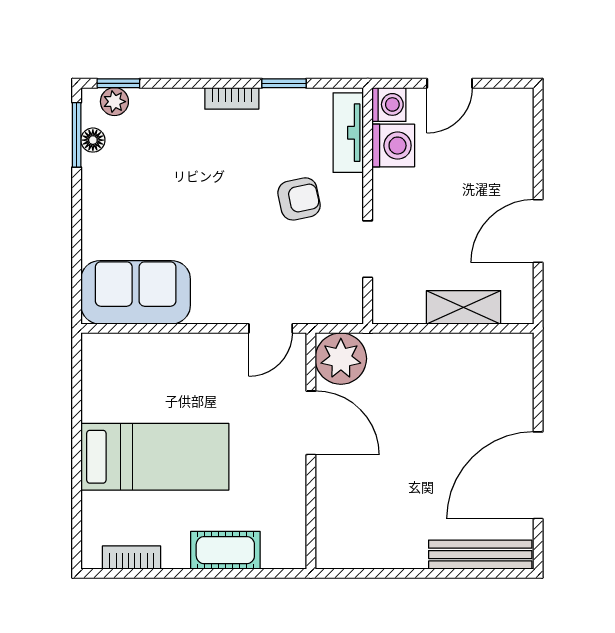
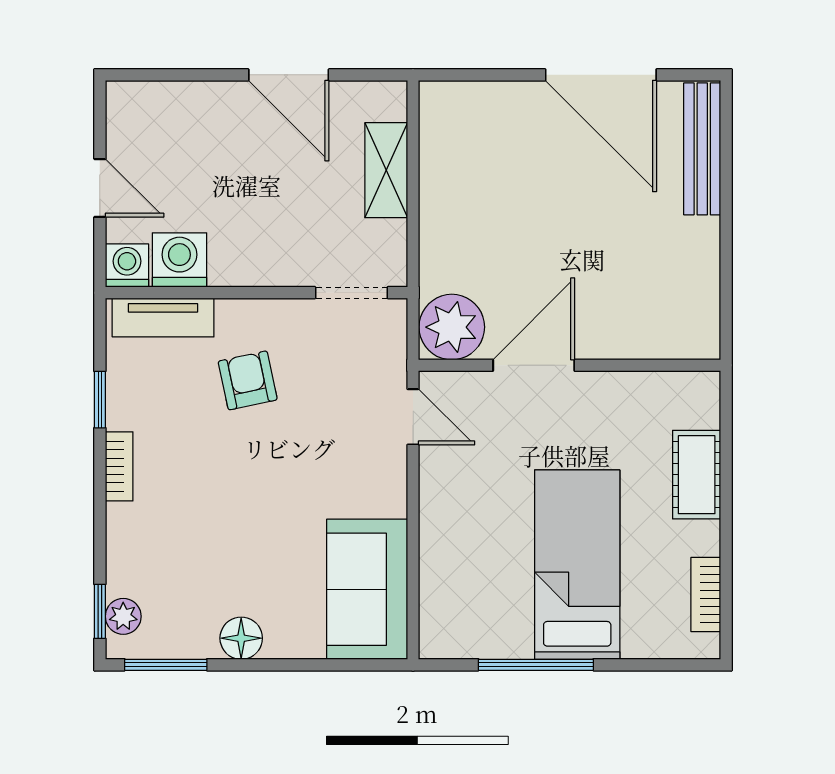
floor lamp: (93, 140) -> (241, 638), moved, width x1.37, depth x1.37
doorway: (368, 249) -> (351, 293), moved
window: (77, 424) -> (536, 665), added

